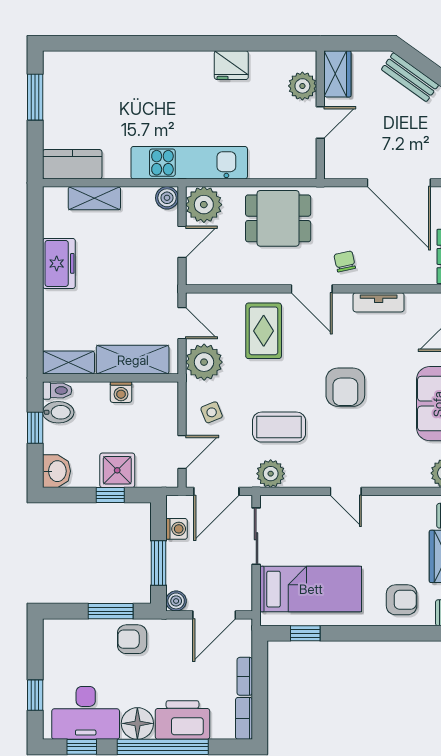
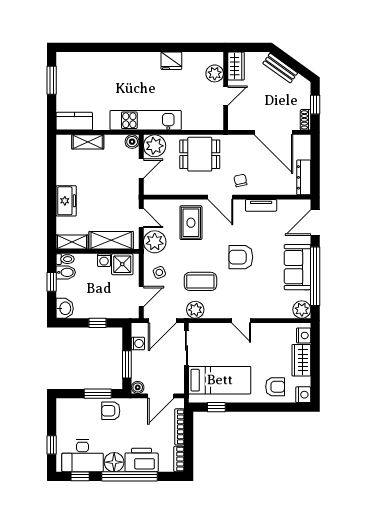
freezer: (59, 263) -> (66, 201), moved
armchair: (345, 387) -> (241, 257), turned 90
shower: (117, 470) -> (122, 264), moved
bookcase: (245, 676) -> (180, 427), width x1.56

